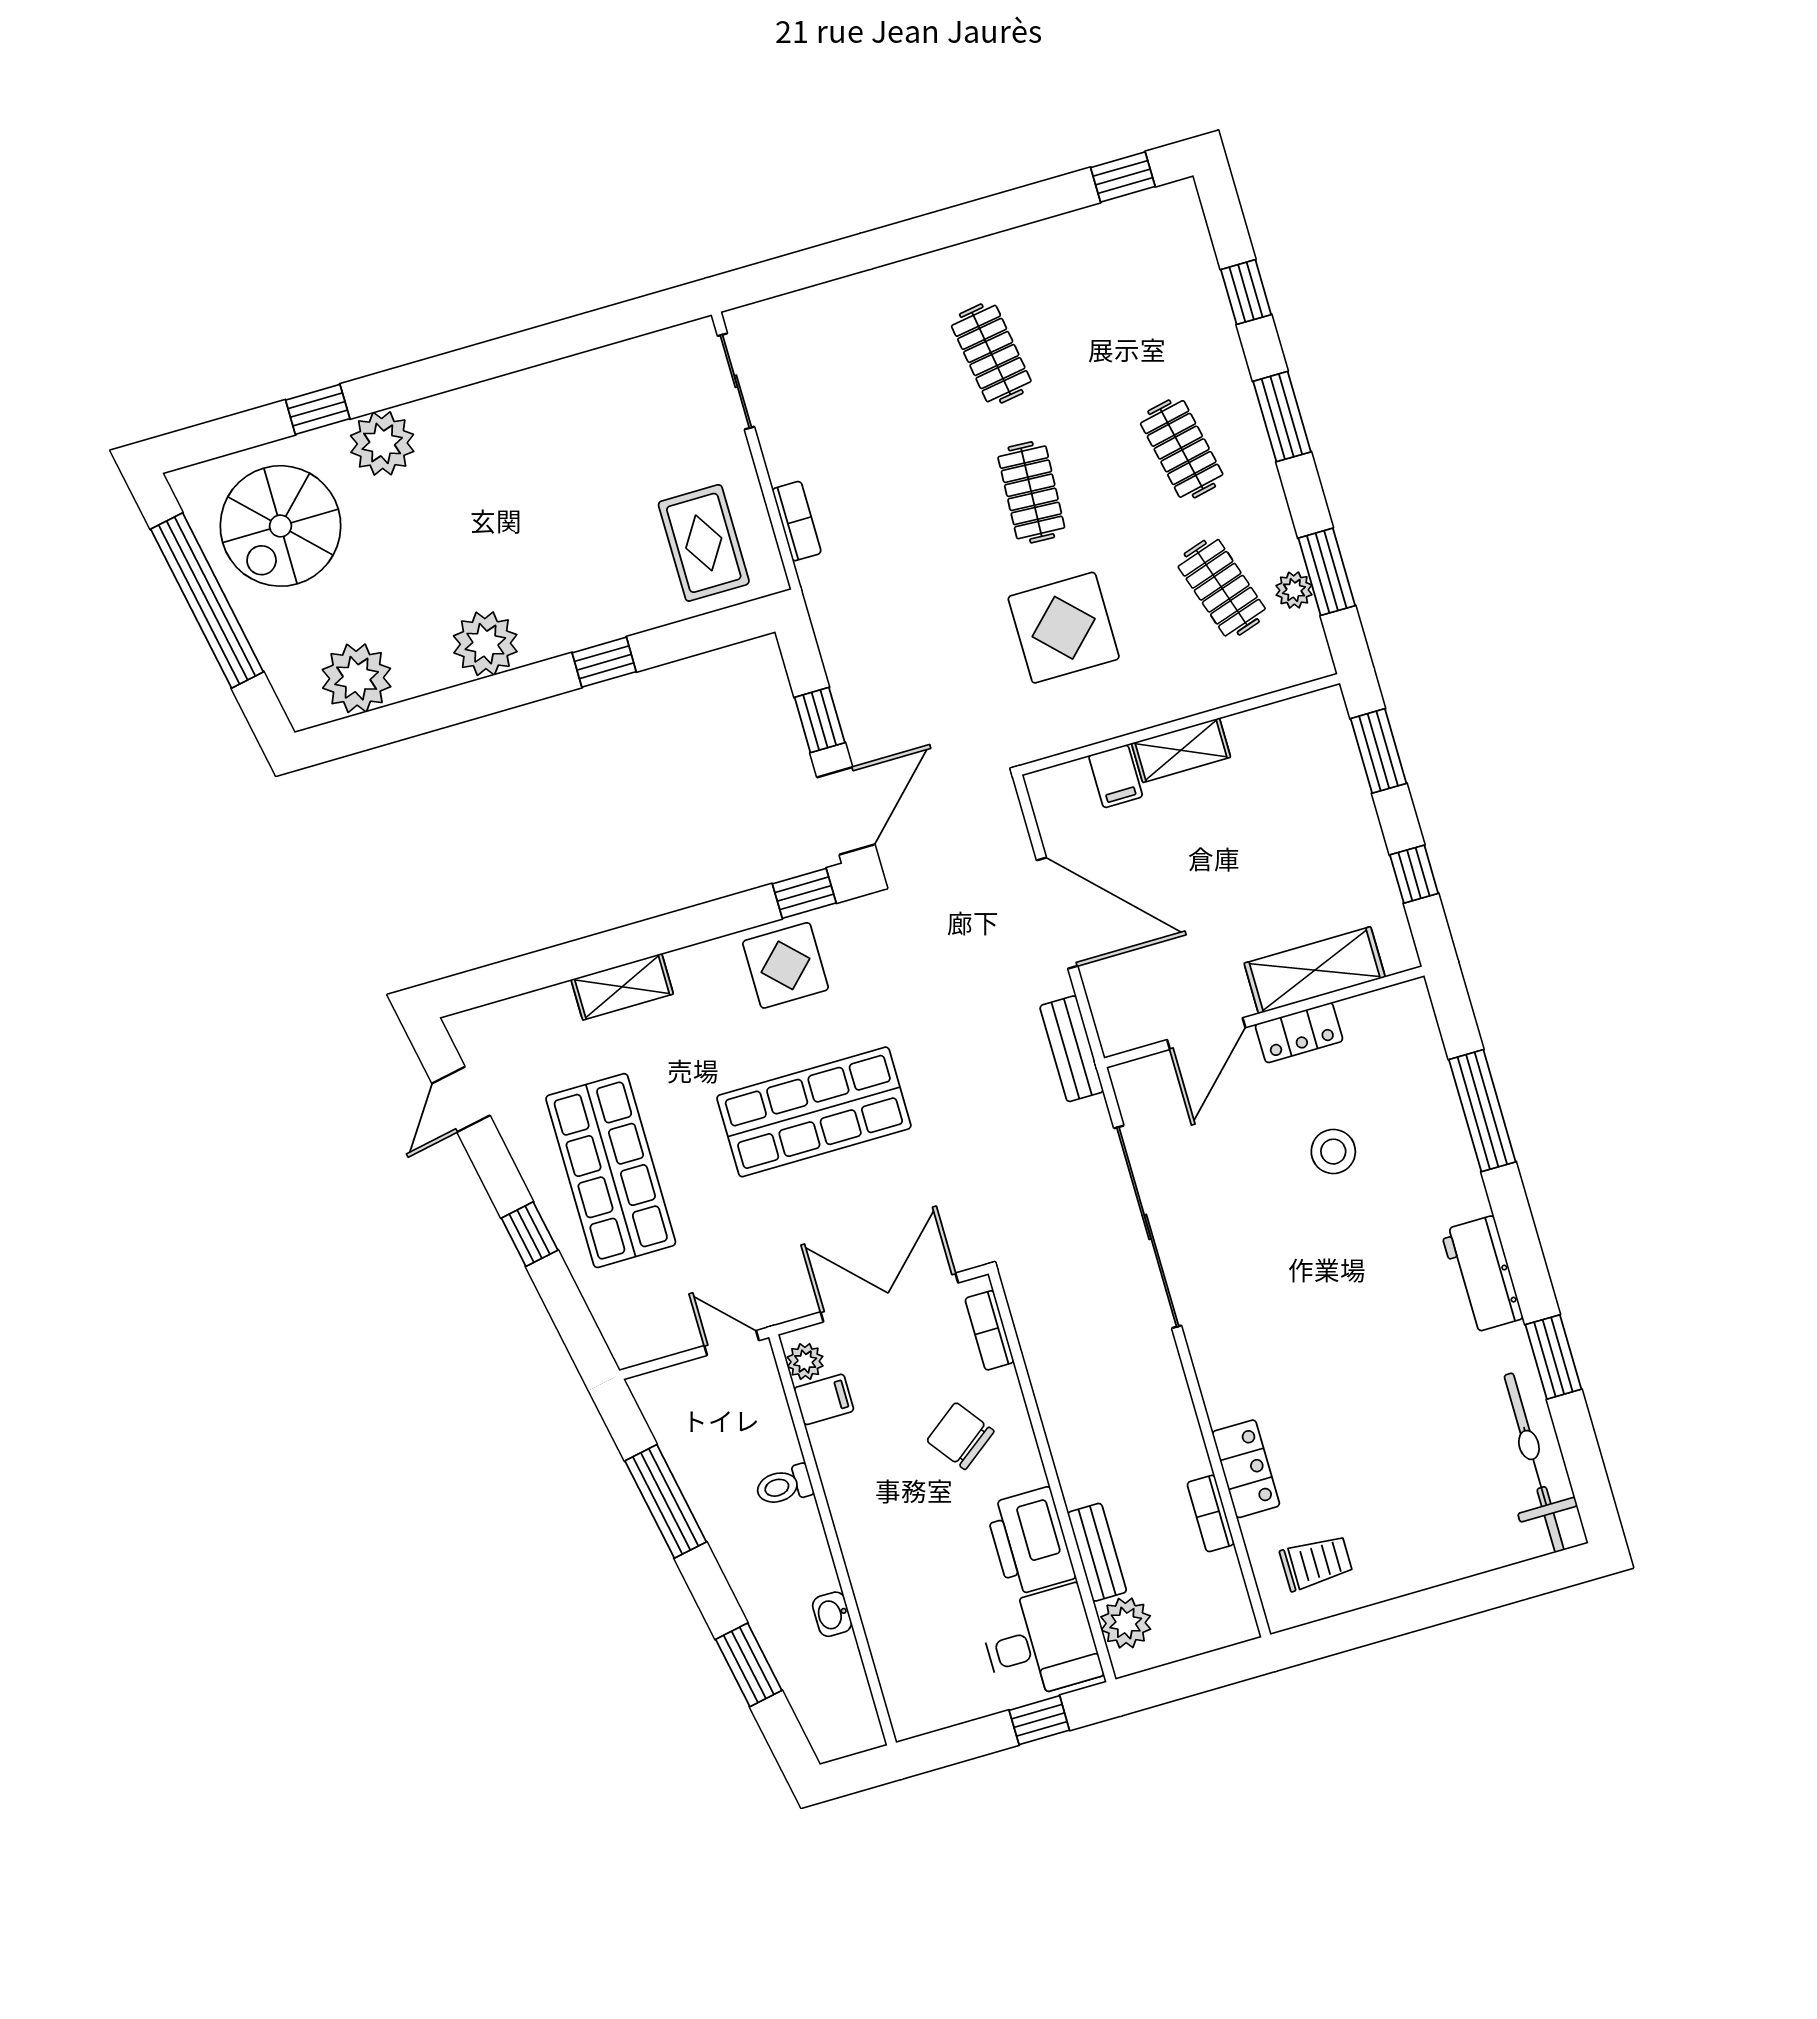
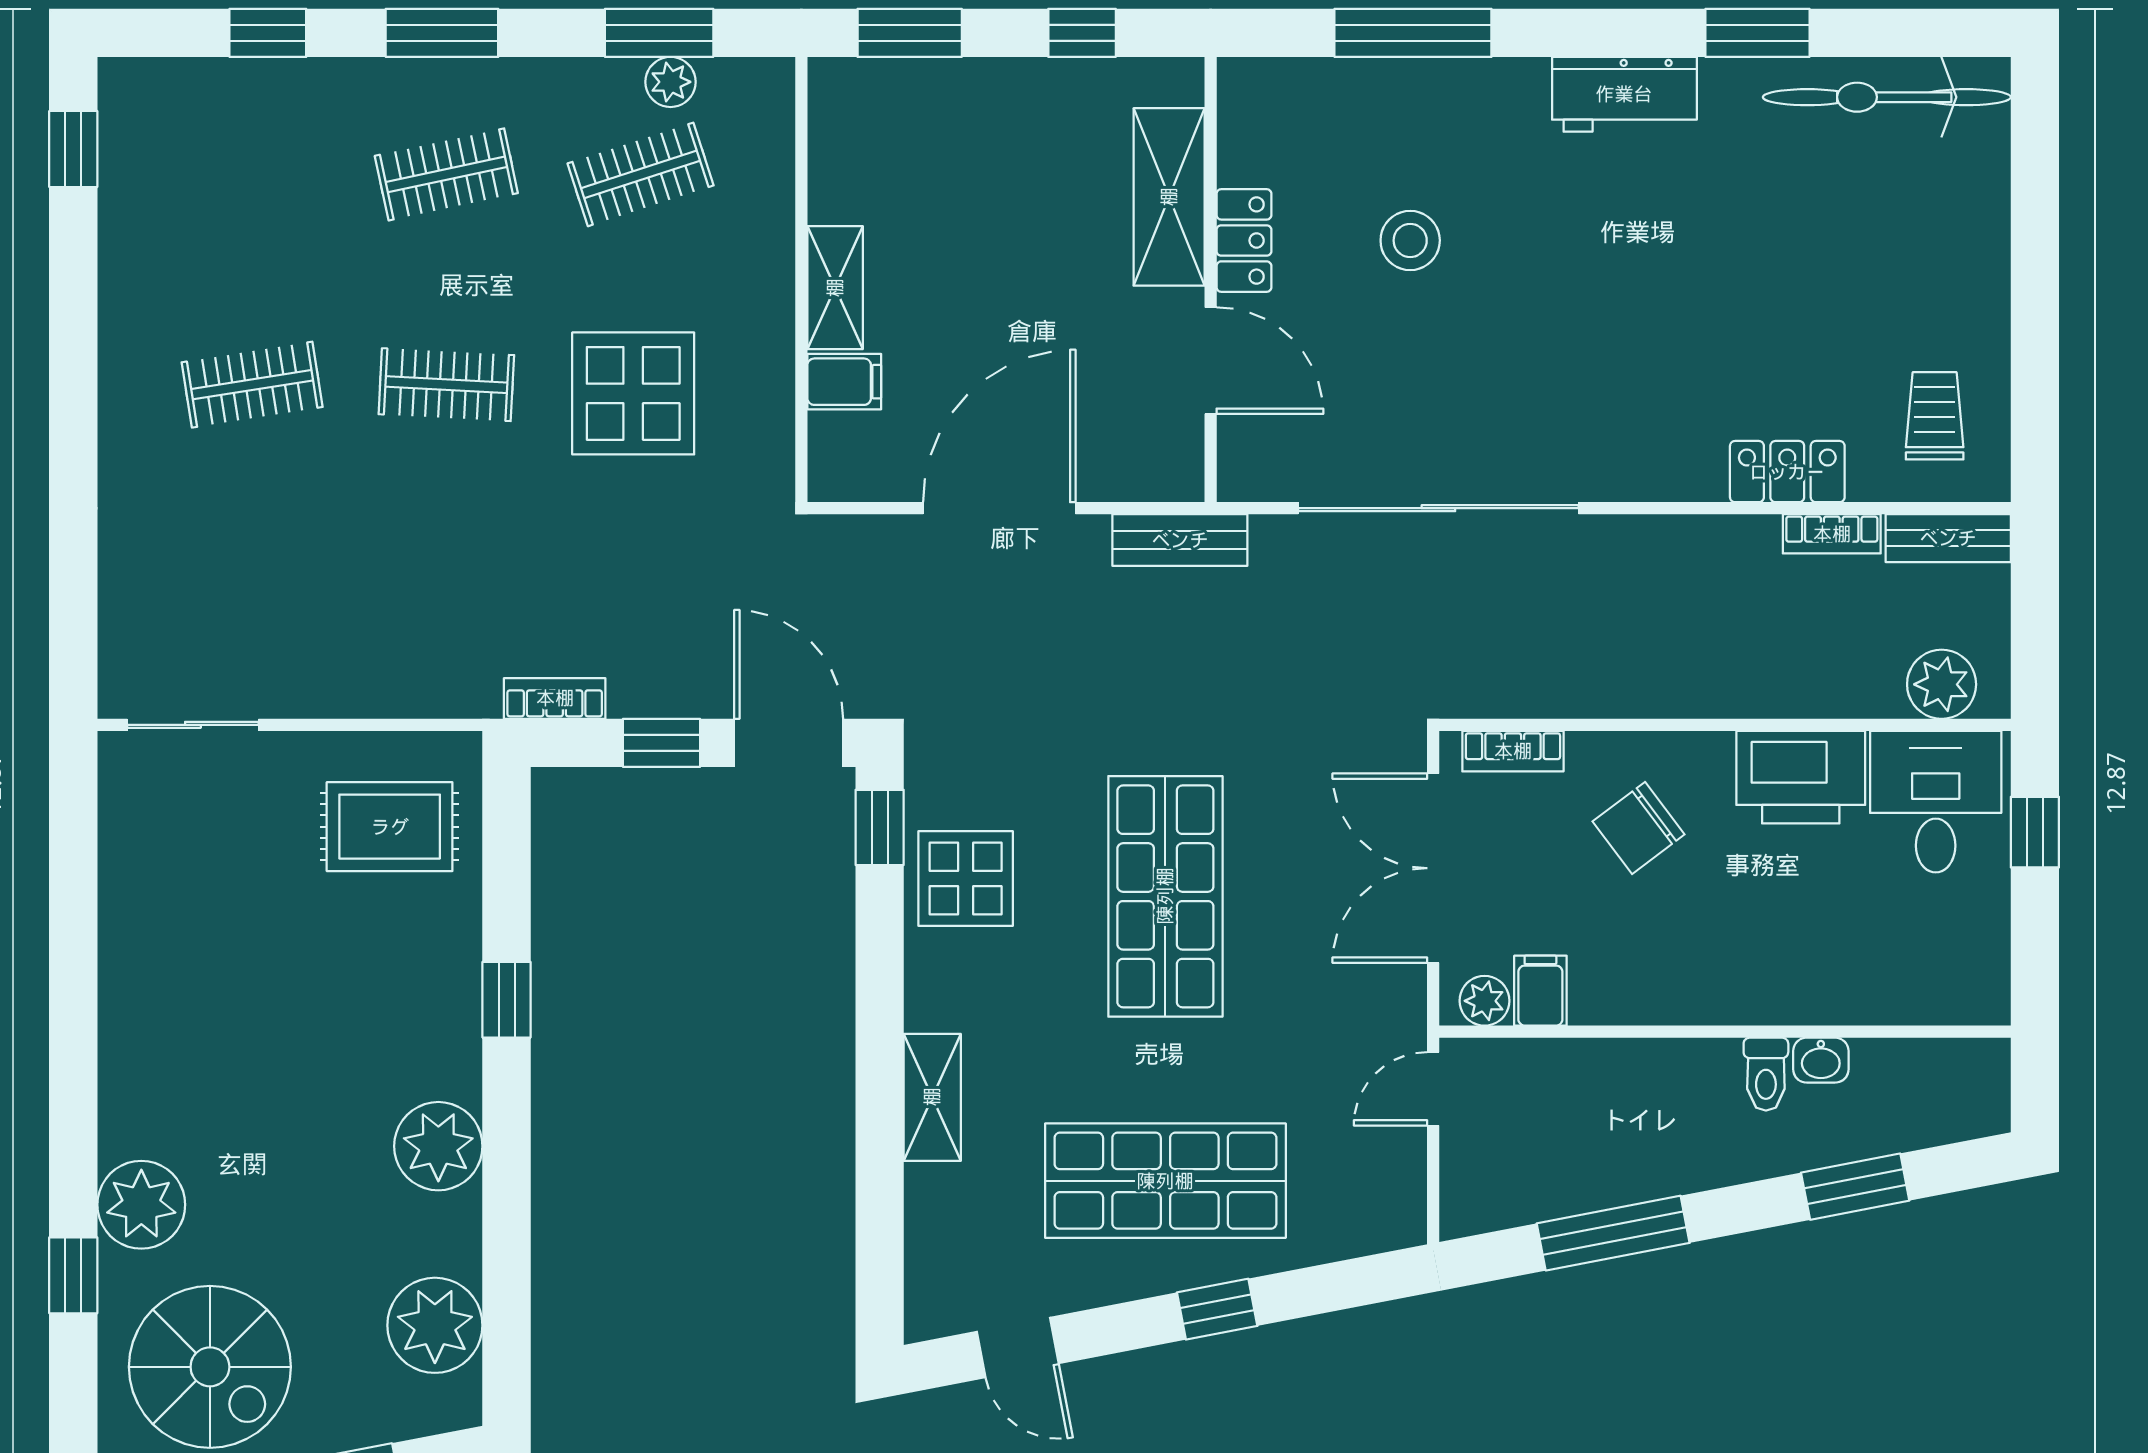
bookcase: (797, 521) -> (555, 698), moved
toilet: (784, 1486) -> (1766, 1074), moved
bench: (1097, 1552) -> (1948, 538), moved

